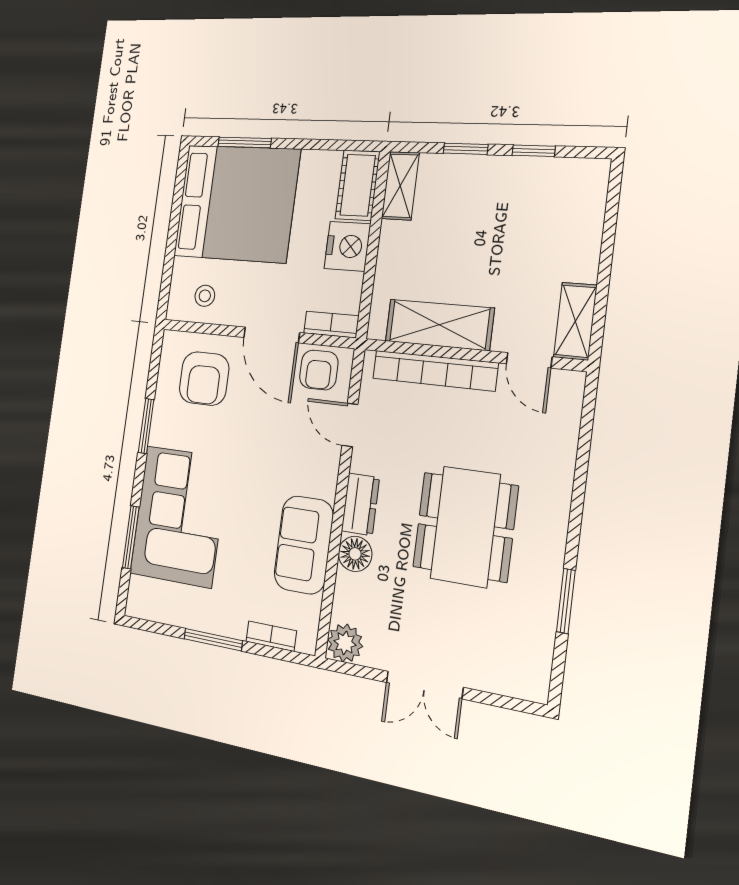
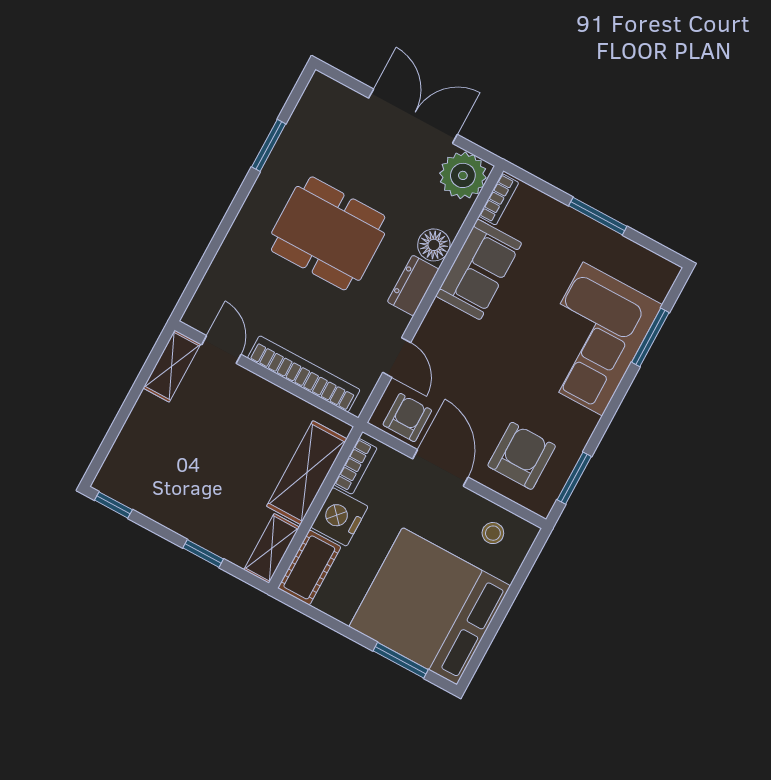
window: (534, 151) -> (113, 505), moved
bookcase: (331, 325) -> (355, 466), moved, turned -90
shelving: (439, 325) -> (307, 473), moved, turned 90
window: (146, 426) -> (574, 478), moved
dining table: (465, 527) -> (328, 233), turned 90
bookcase: (271, 636) -> (499, 199), moved, turned -90
plant: (345, 643) -> (463, 175), width x1.36, depth x1.36
double door: (424, 685) -> (413, 116), width x1.37

